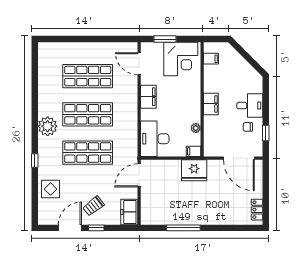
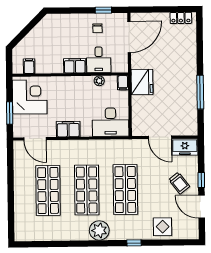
door: (139, 64) -> (35, 139), hinge flipped
desk: (250, 106) -> (99, 60), moved, turned 180
door: (139, 175) -> (160, 137), moved

